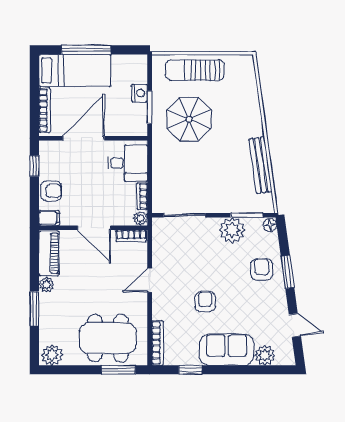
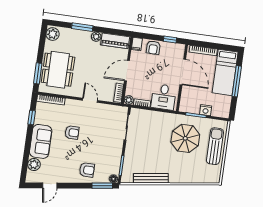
plant: (232, 230) -> (114, 155), removed
window: (288, 272) -> (102, 186), moved

